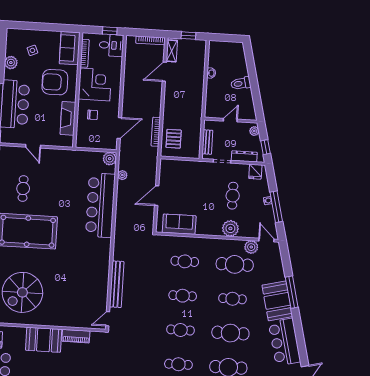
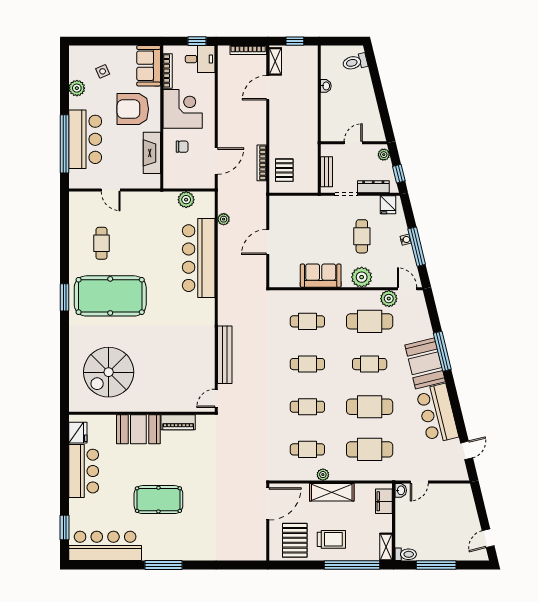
toilet: (241, 83) -> (355, 62), moved
plant: (110, 159) -> (186, 200), moved
sofa: (179, 224) -> (321, 276), moved

